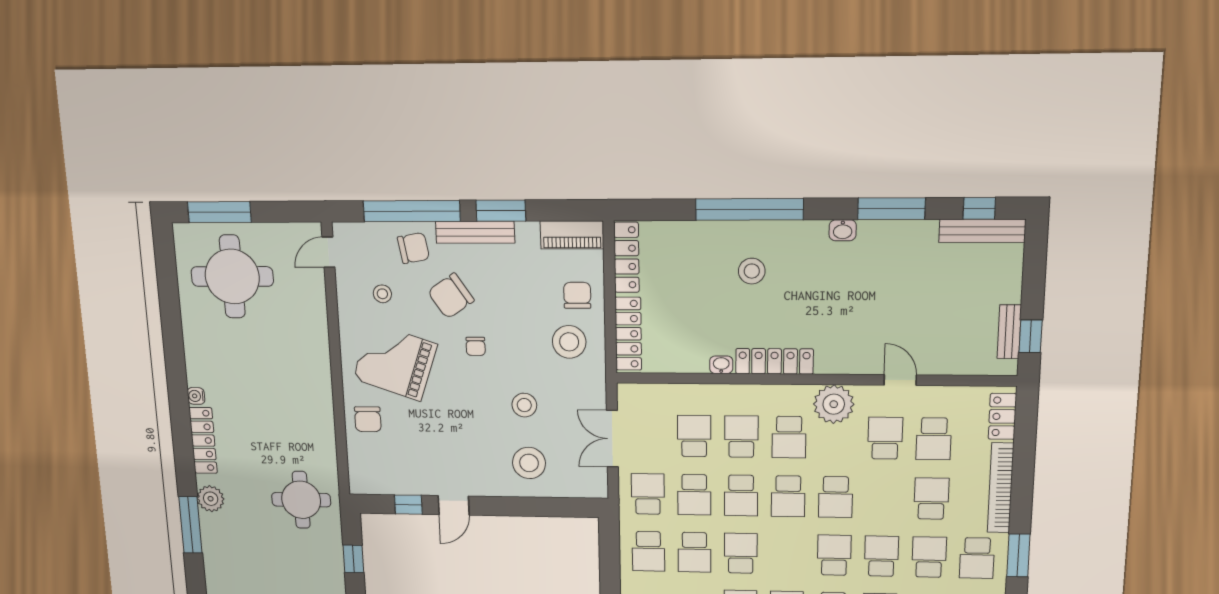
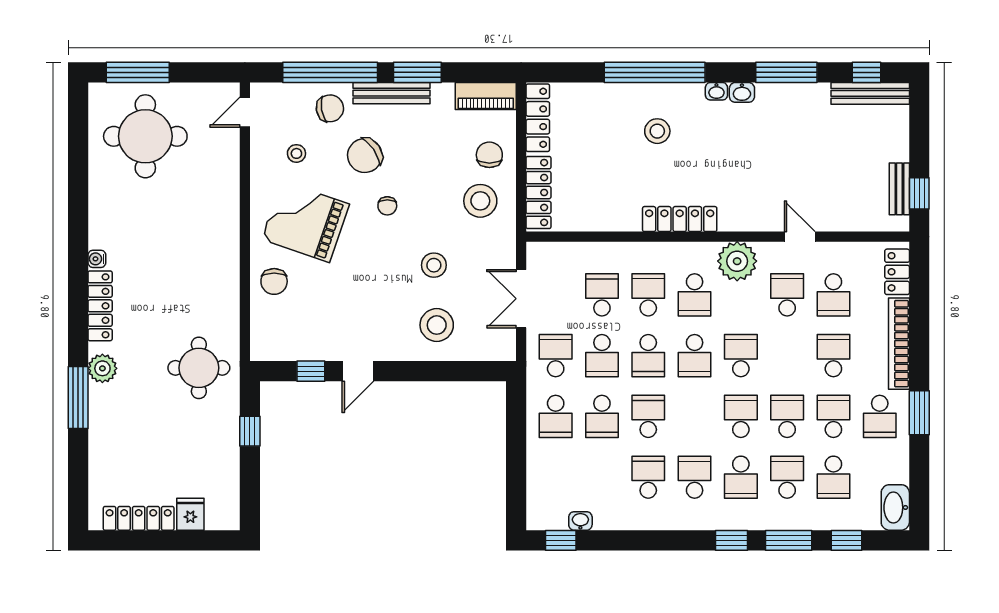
washbasin: (721, 365) -> (716, 91), moved, turned 180
school desk: (836, 497) -> (741, 356), turned 180

